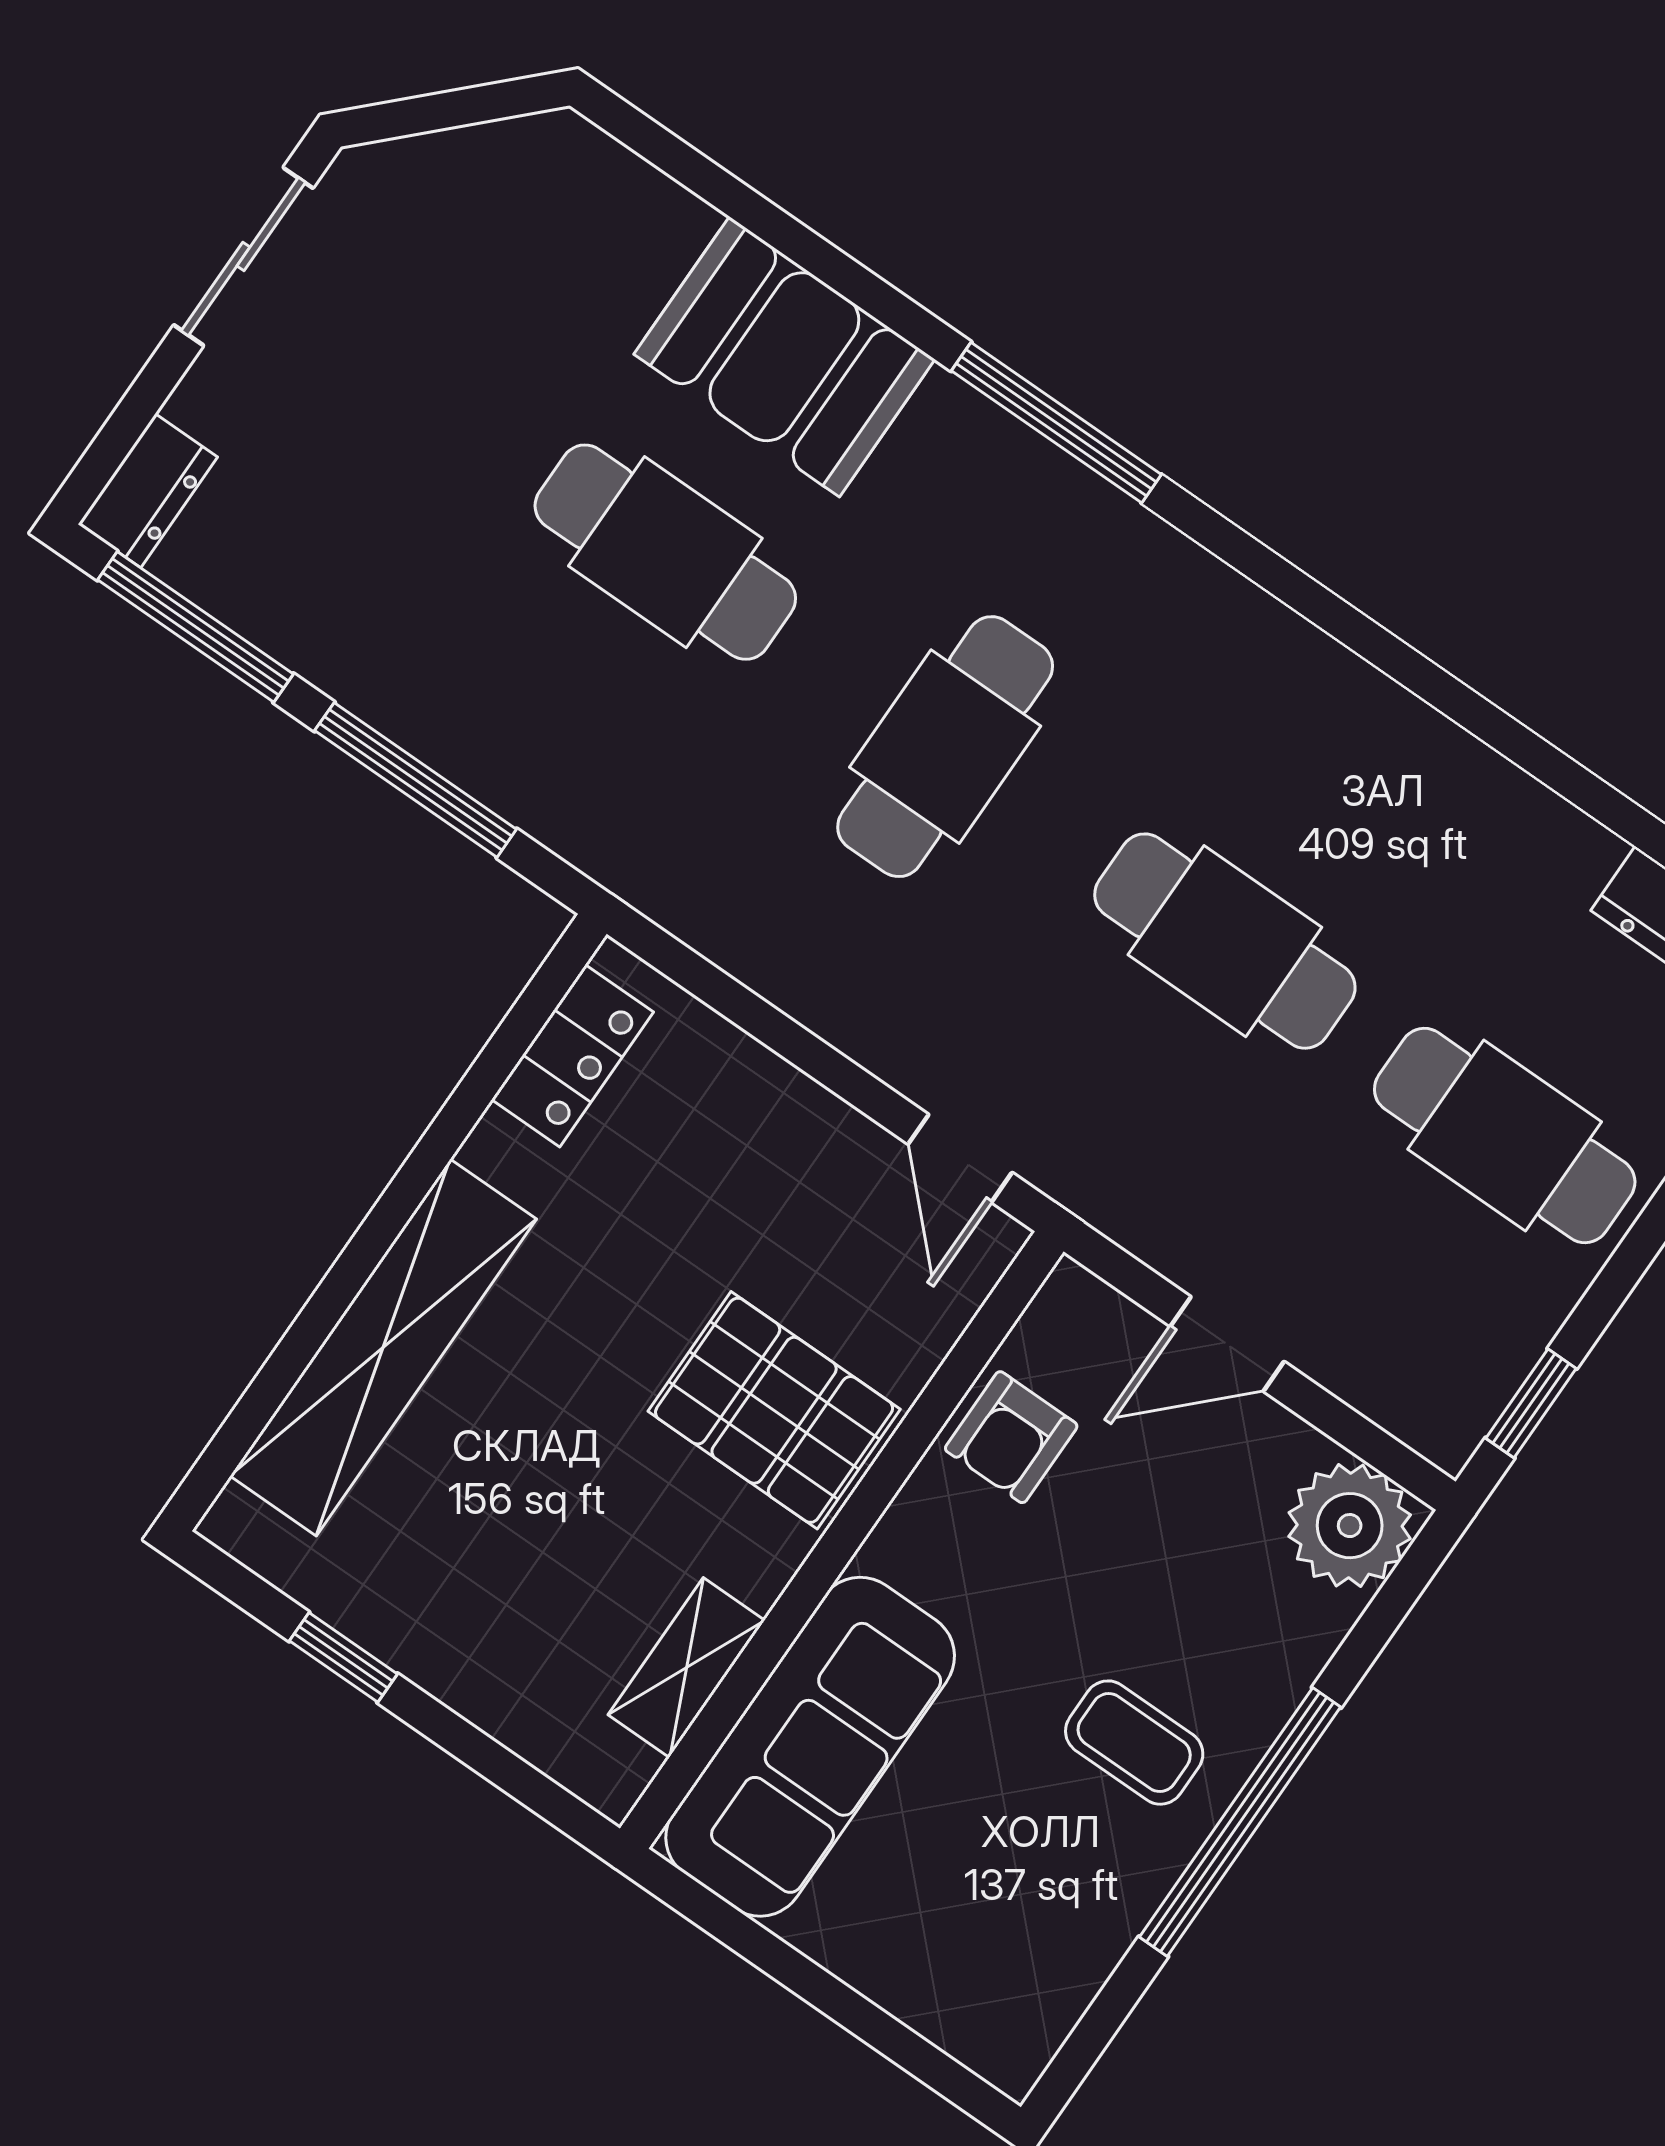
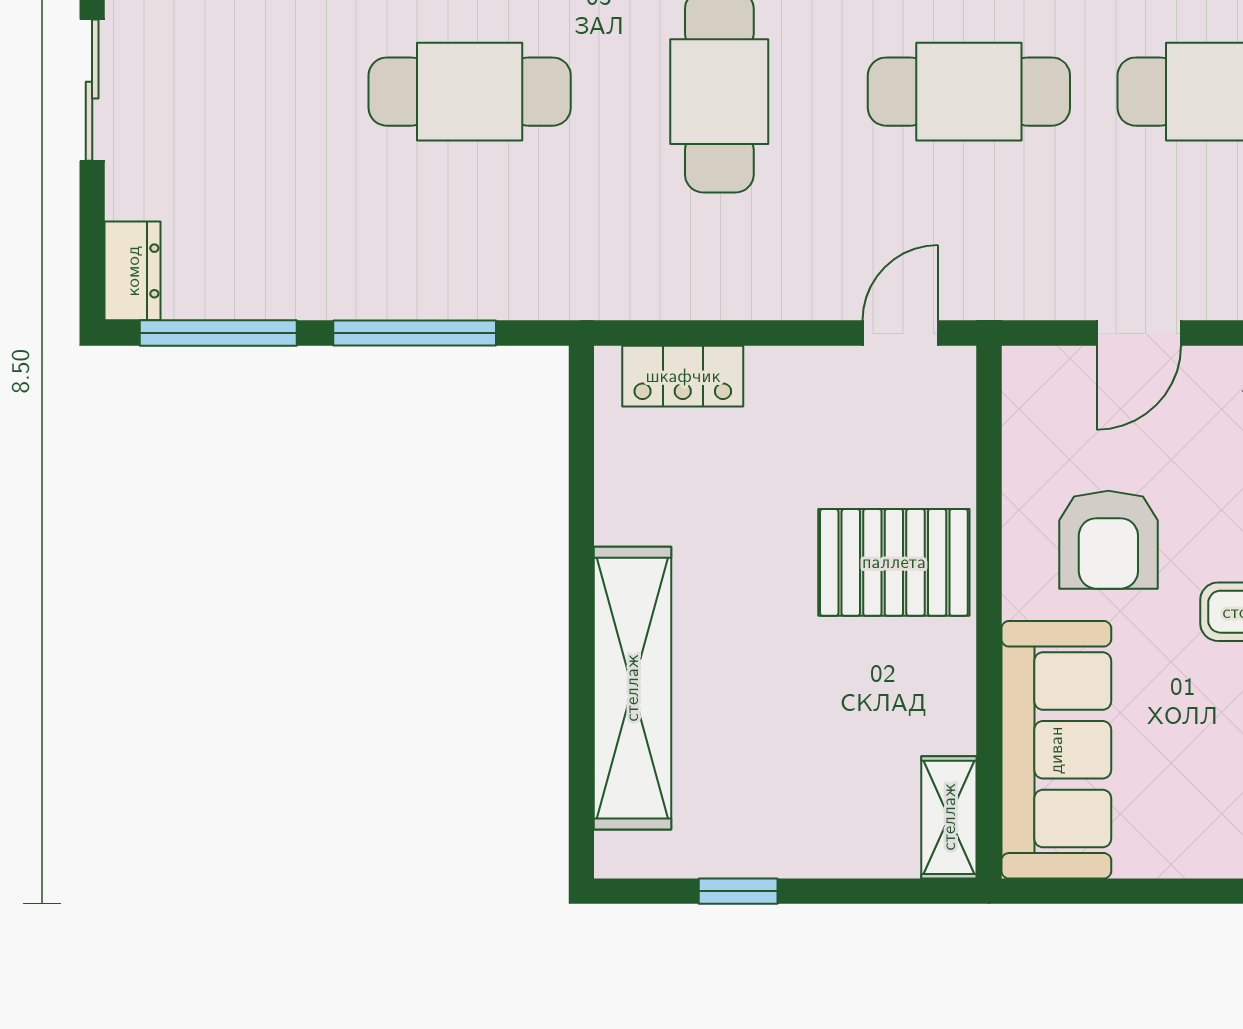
locker: (572, 1056) -> (683, 376), moved, turned 90
door: (960, 1158) -> (900, 333), swing flipped
armchair: (1011, 1437) -> (1108, 540), moved, width x1.38, depth x1.38
shelving: (687, 1668) -> (949, 817), moved

